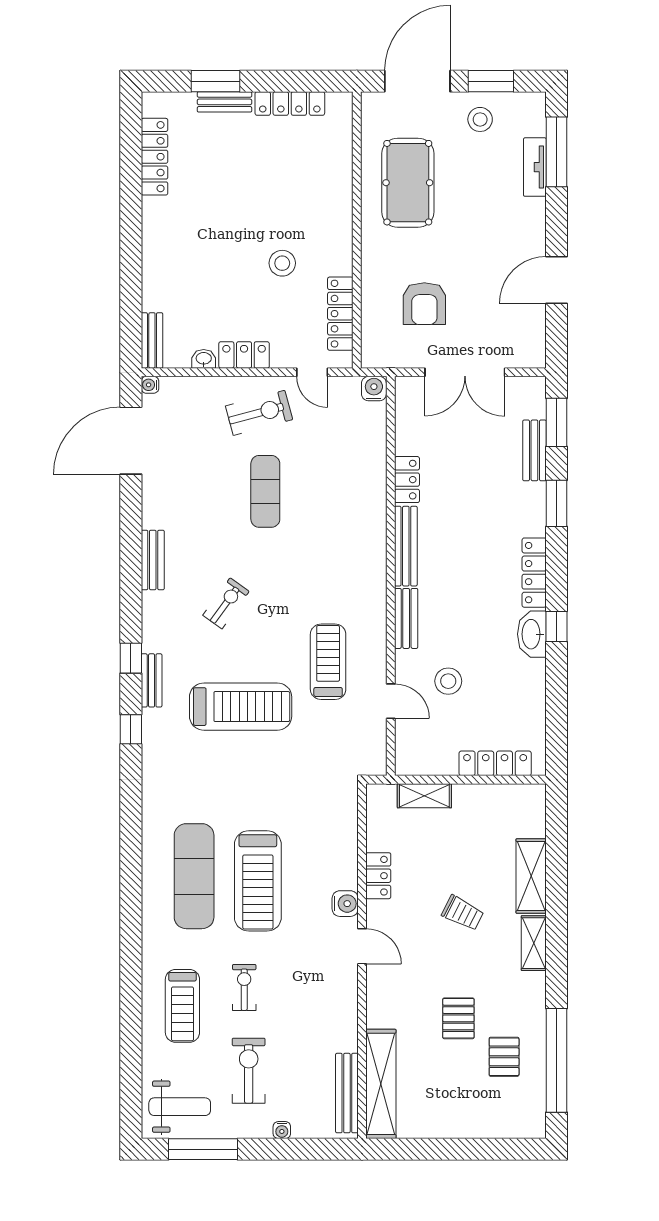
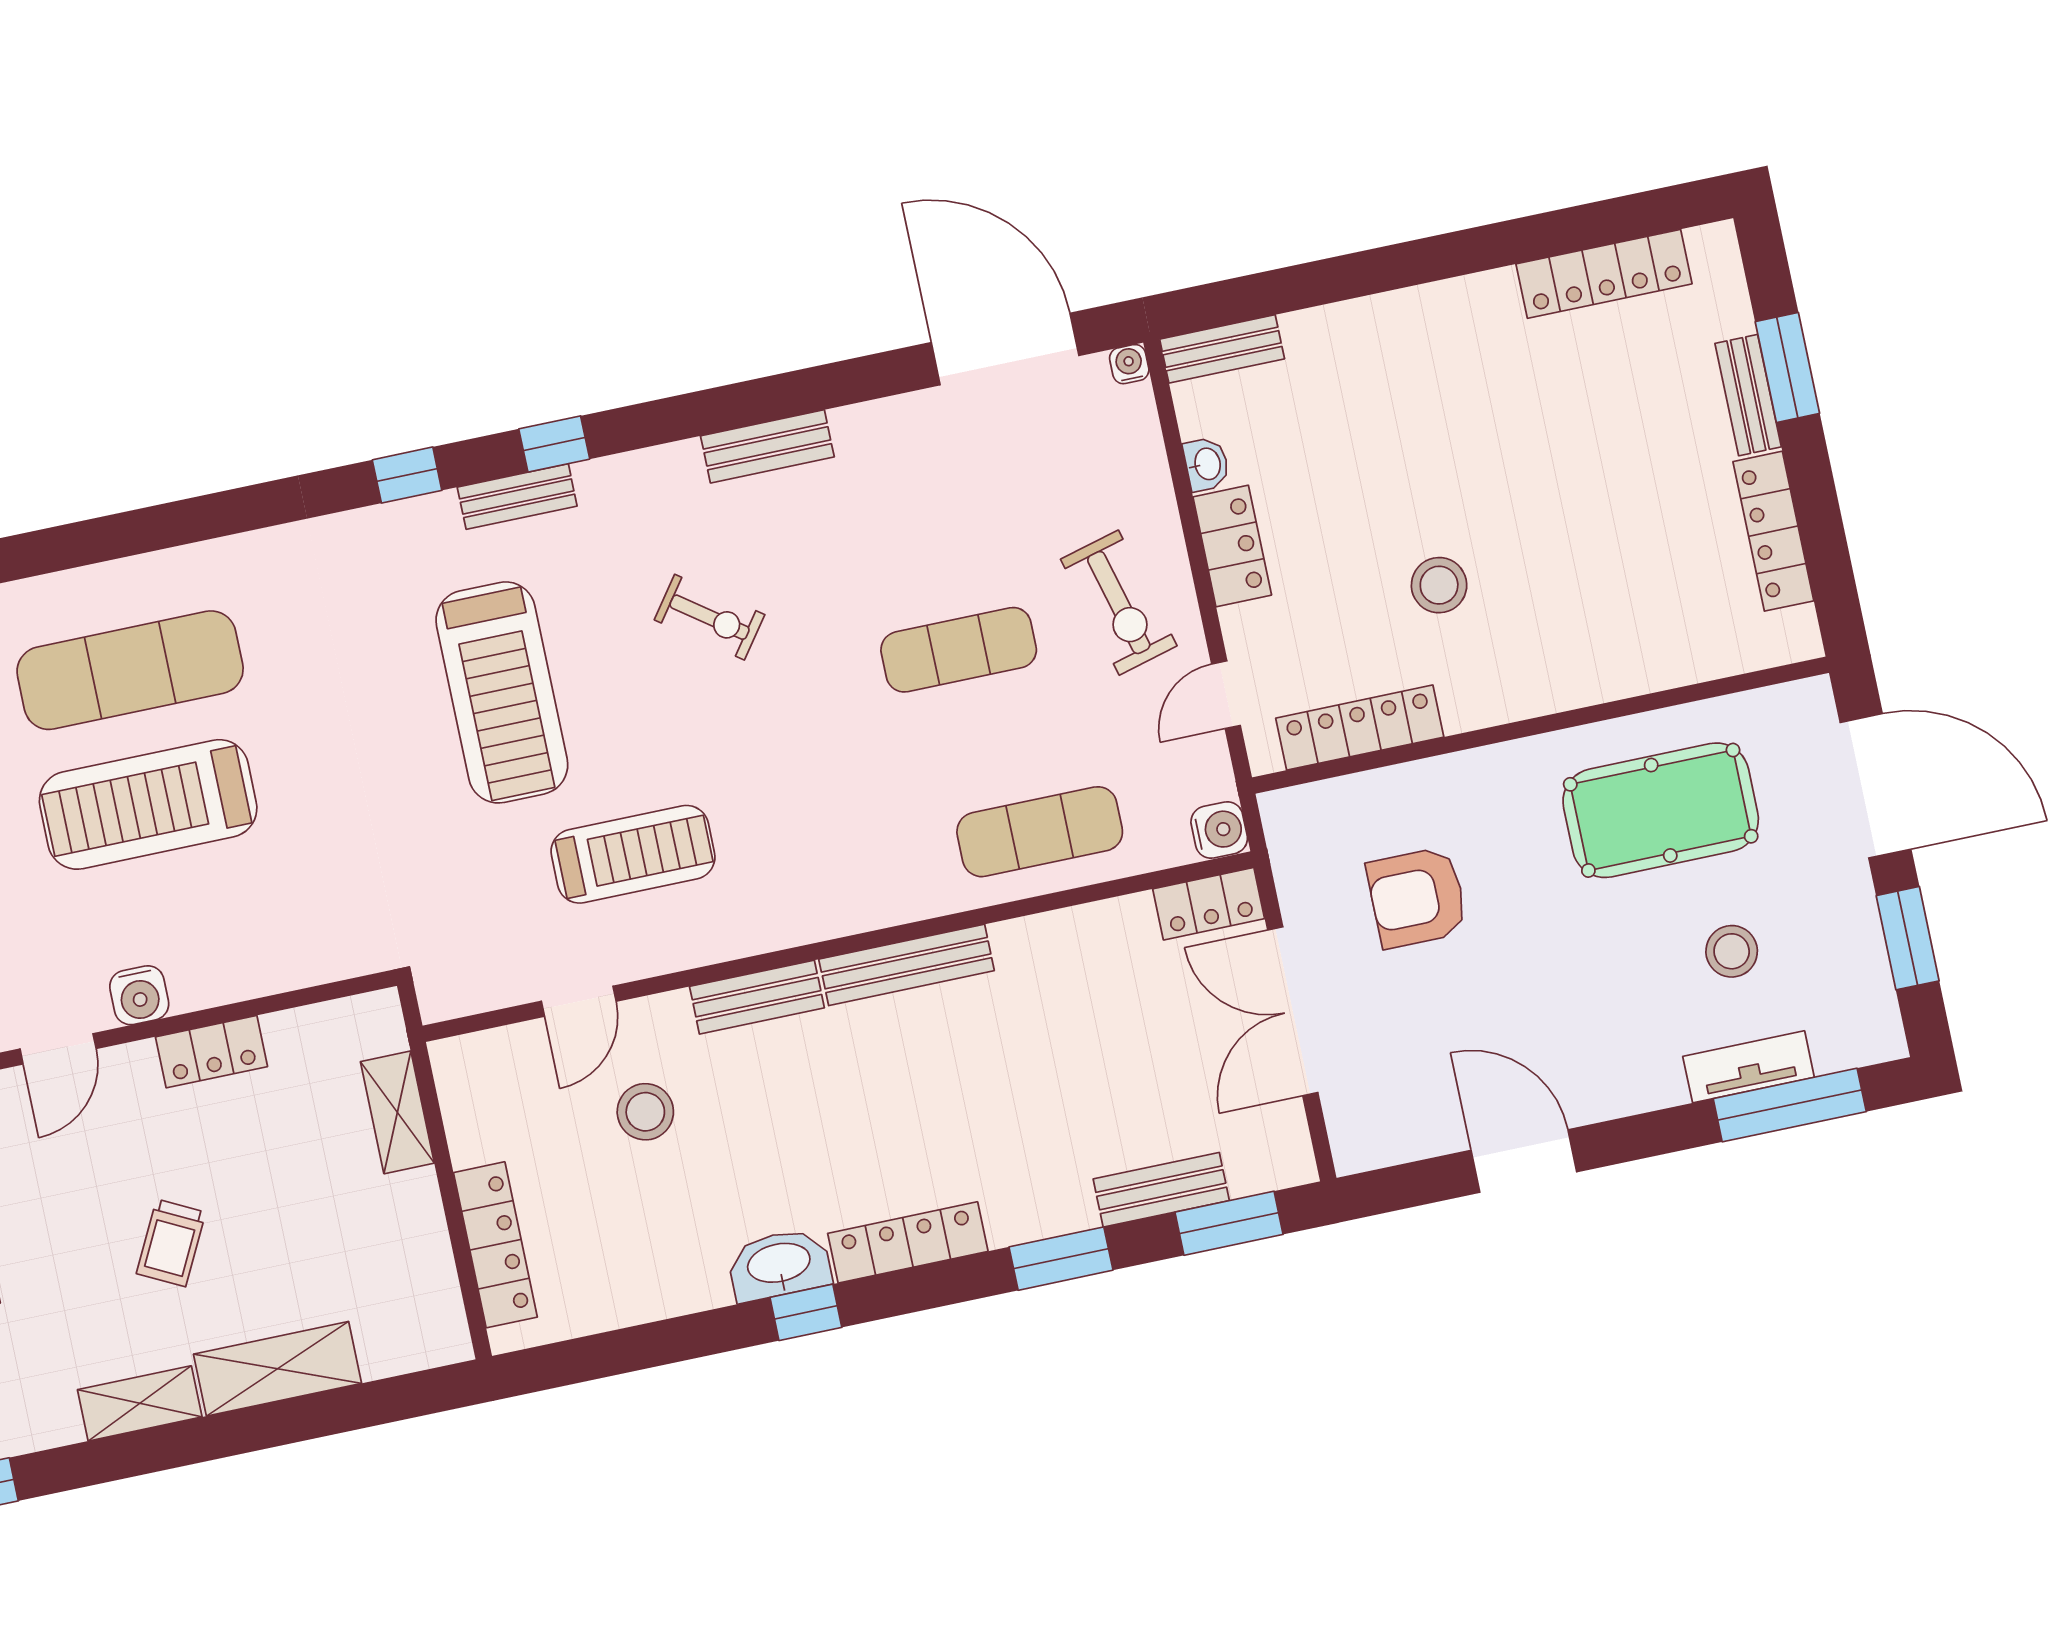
stool: (480, 119) -> (1732, 951), moved
exercise mat: (357, 472) -> (1040, 832), added
locker: (407, 480) -> (1209, 904), moved

